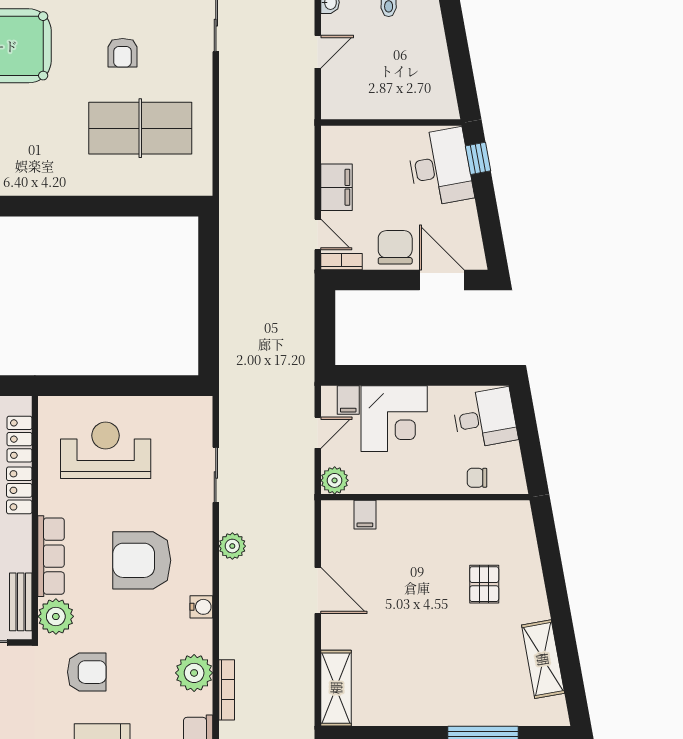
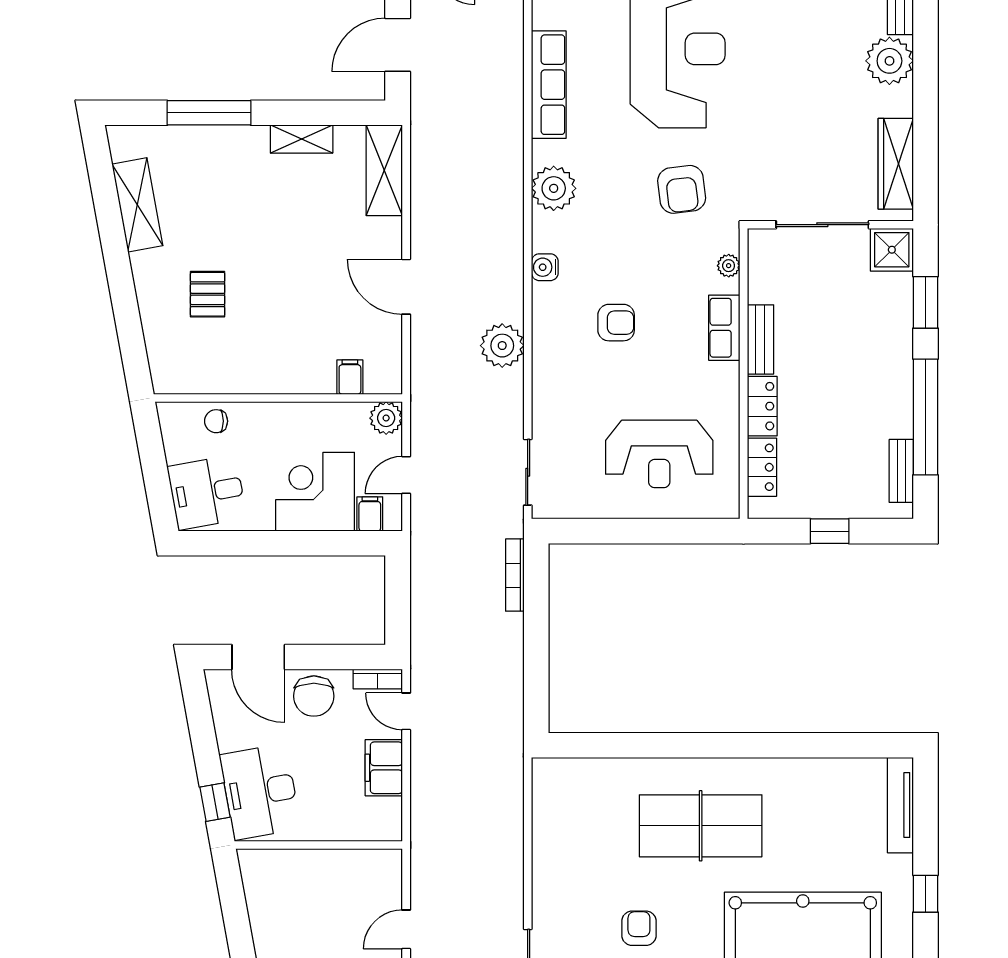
table tennis table: (140, 128) -> (701, 826), moved
sliding door: (216, 475) -> (528, 472), moved
chair: (477, 478) -> (216, 421), turned 180
plant: (232, 546) -> (502, 346), width x1.36, depth x1.36
row of seats: (51, 556) -> (724, 328), width x0.68
armchair: (142, 560) -> (616, 323), width x0.53, depth x0.53
bench: (21, 602) -> (760, 339), moved
plant: (56, 616) -> (729, 266), width x0.53, depth x0.53
armchair: (87, 672) -> (682, 189), turned -97
bookcase: (227, 690) -> (515, 575), moved
shelving: (405, 714) -> (302, 139), added

